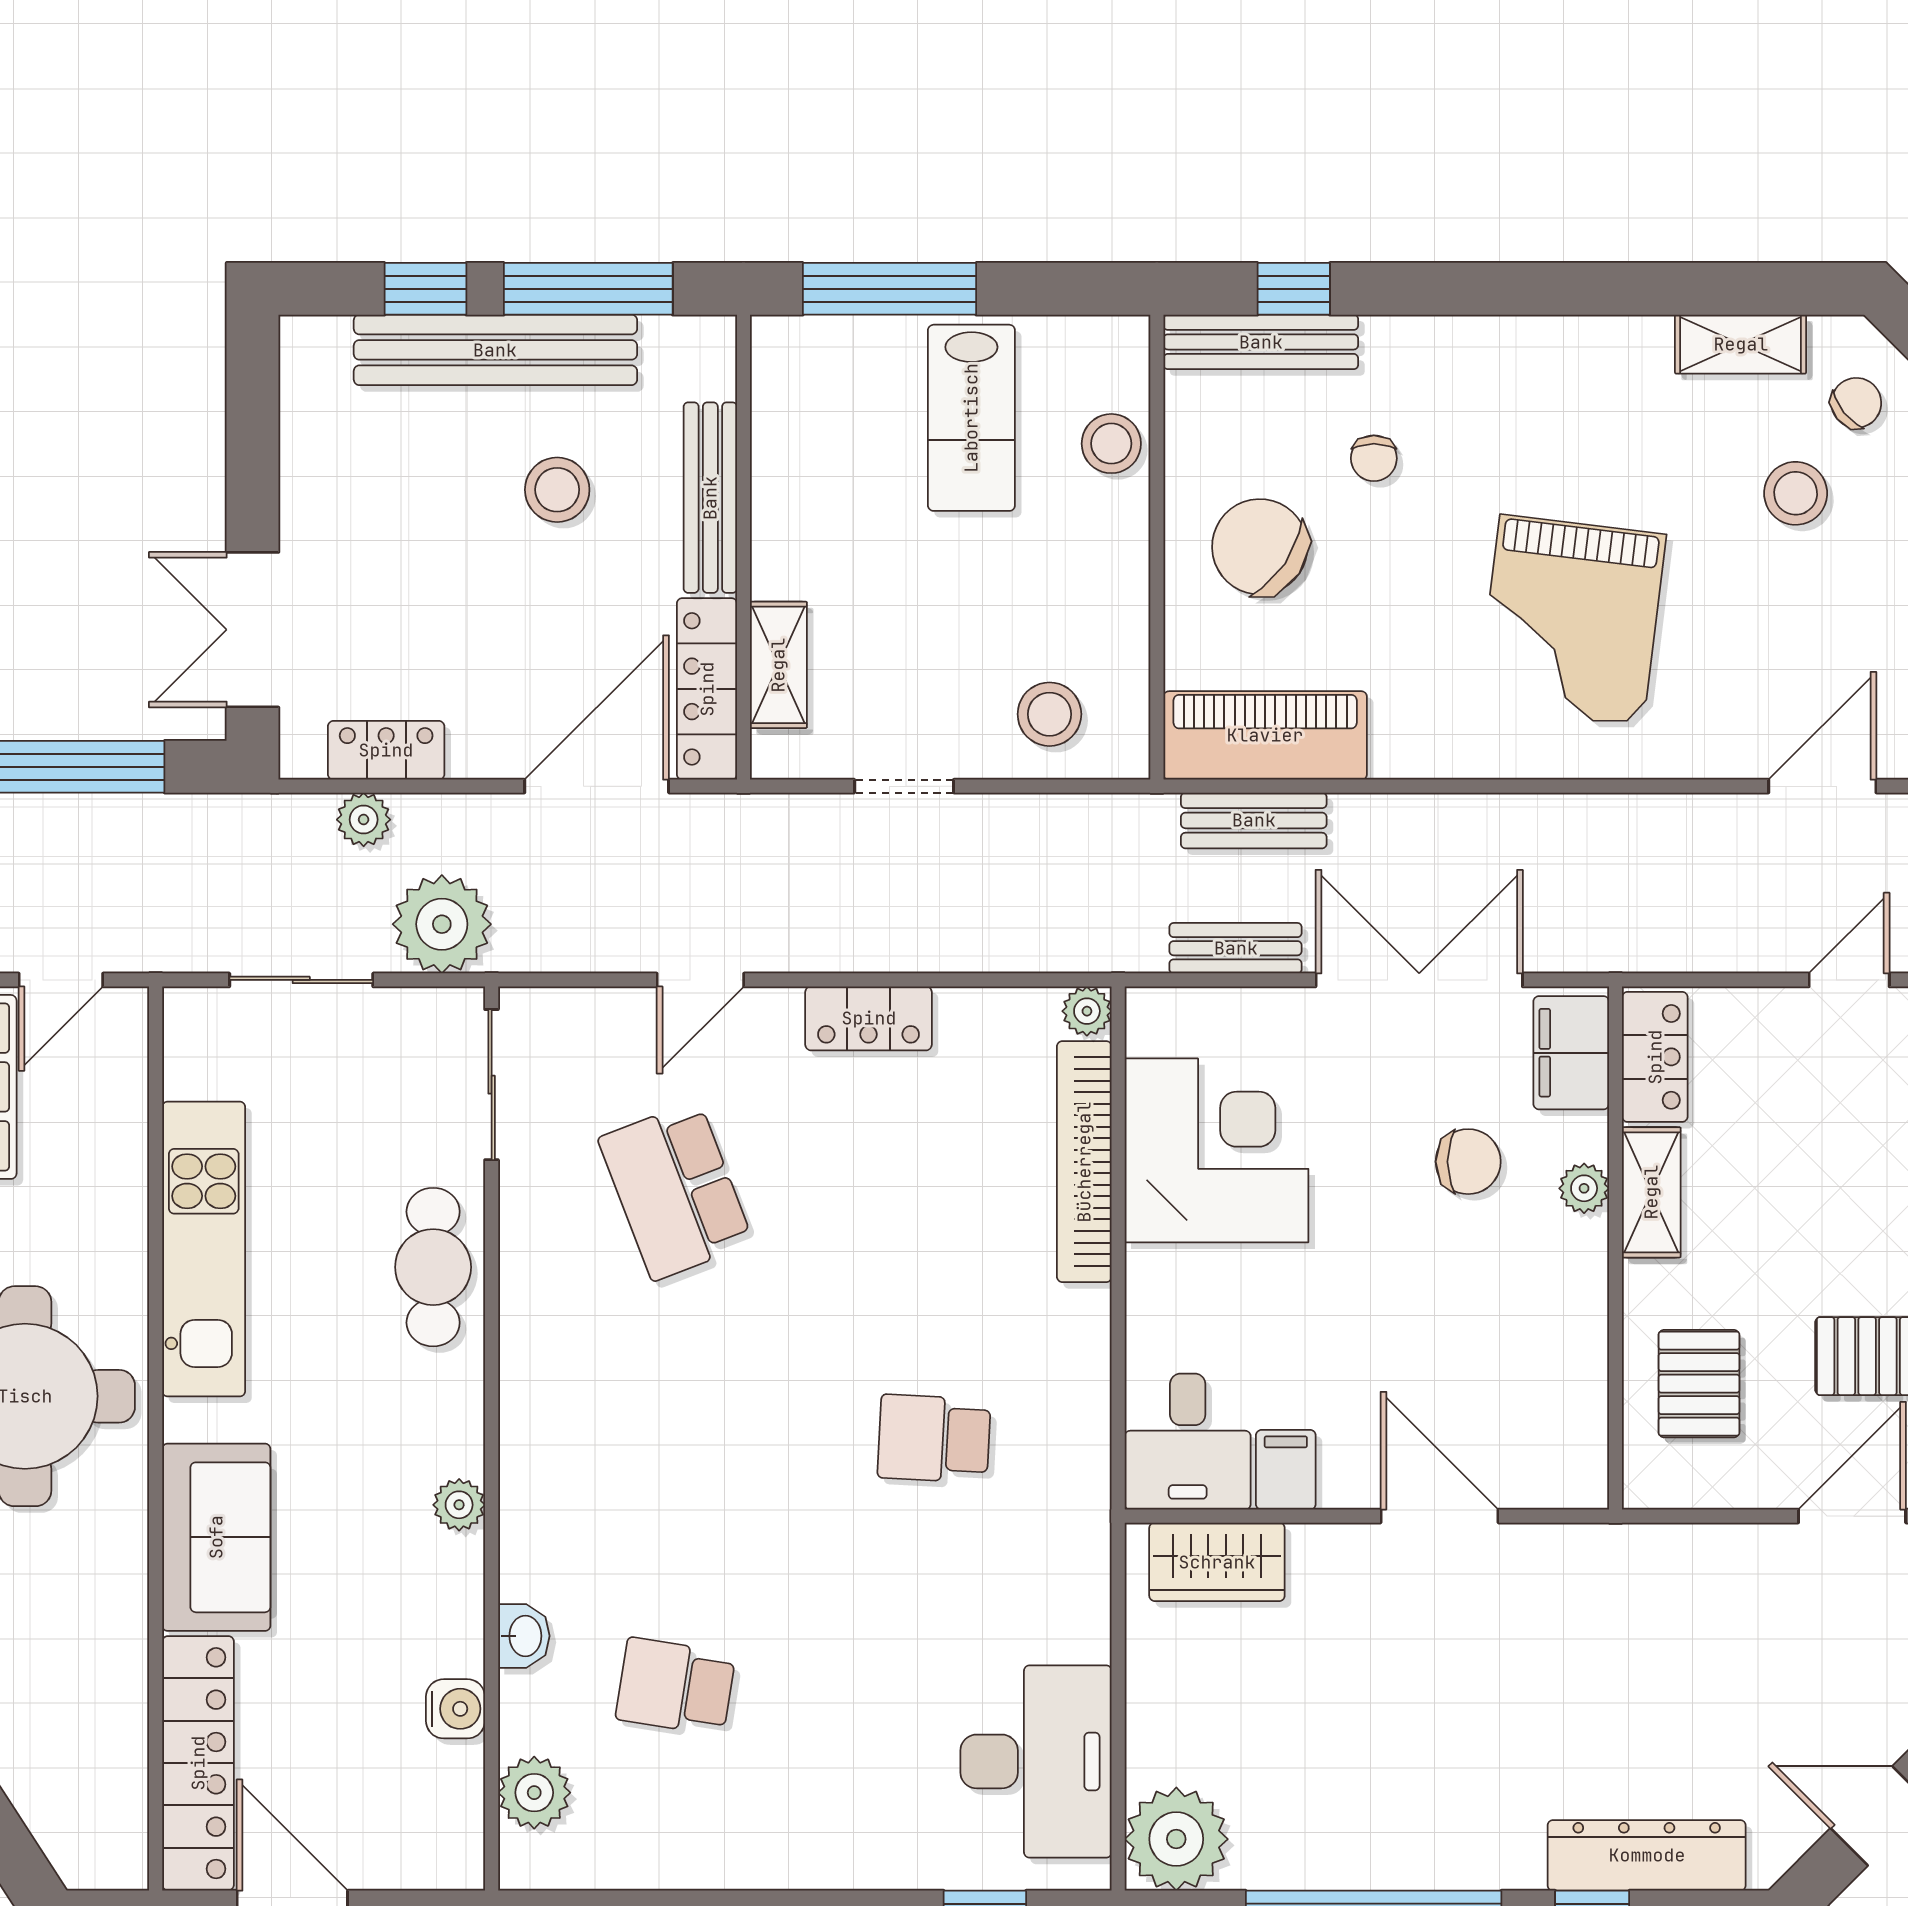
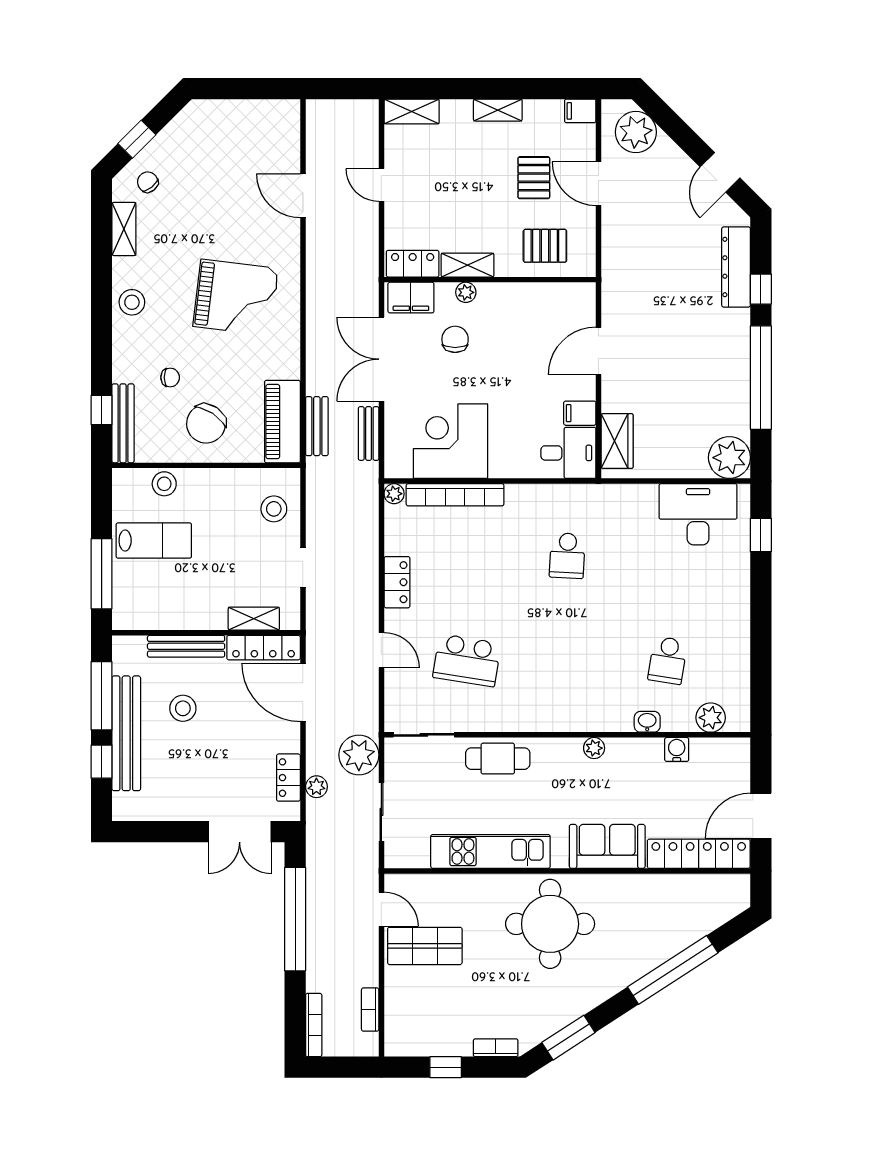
stool: (1796, 493) -> (132, 302), moved
school desk: (676, 1191) -> (467, 660), turned 30

